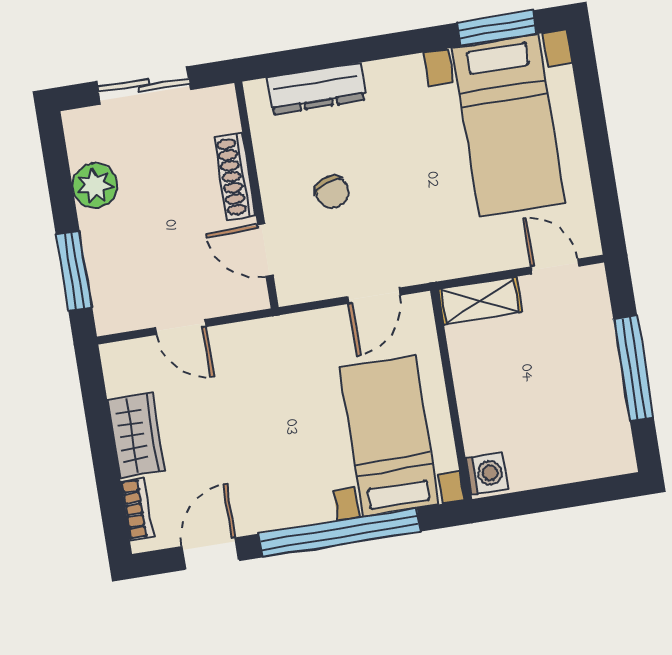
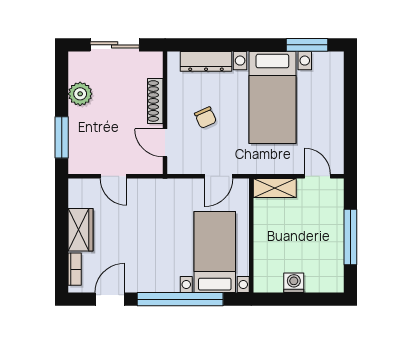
bed with nightstands: (509, 125) -> (272, 97), moved
washing machine: (487, 474) -> (294, 283), moved, turned -90

